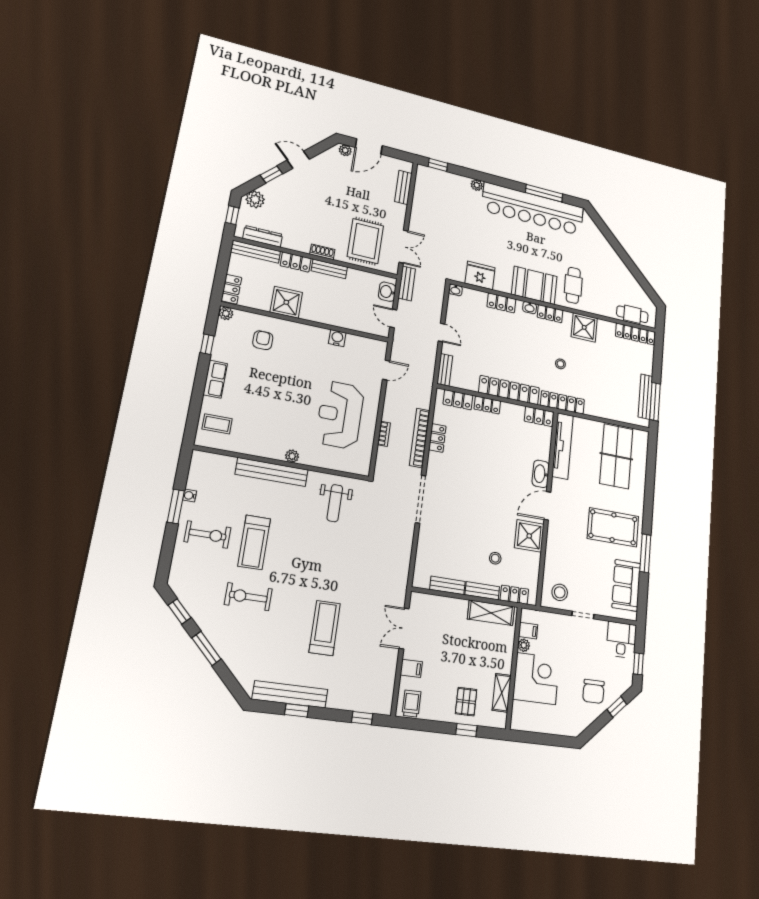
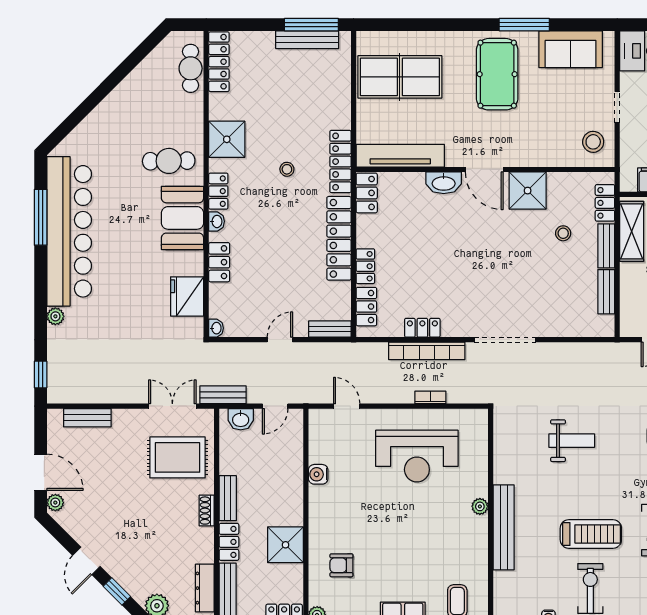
weight bench: (335, 503) -> (572, 441), moved

